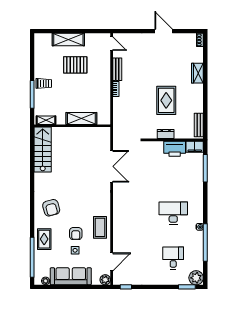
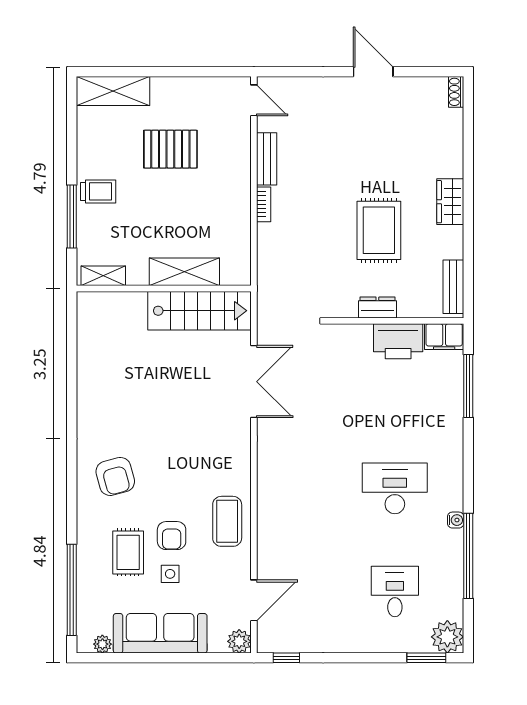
shelving: (68, 40) -> (113, 91), moved
wardrobe: (197, 73) -> (450, 202), moved
stairs: (43, 149) -> (200, 311), moved, turned 90
rug: (44, 239) -> (128, 552), moved

